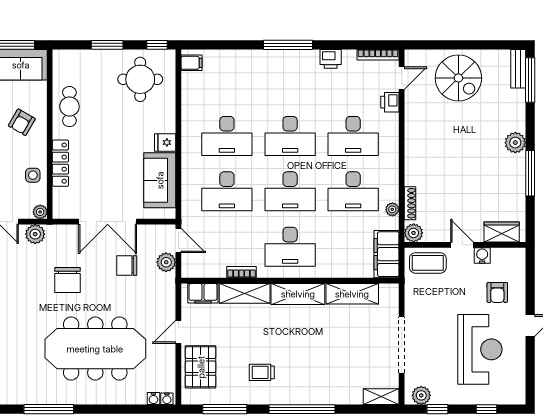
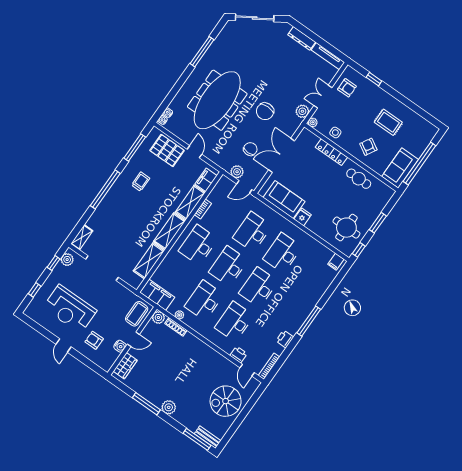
chair: (68, 280) -> (265, 111), turned -90

